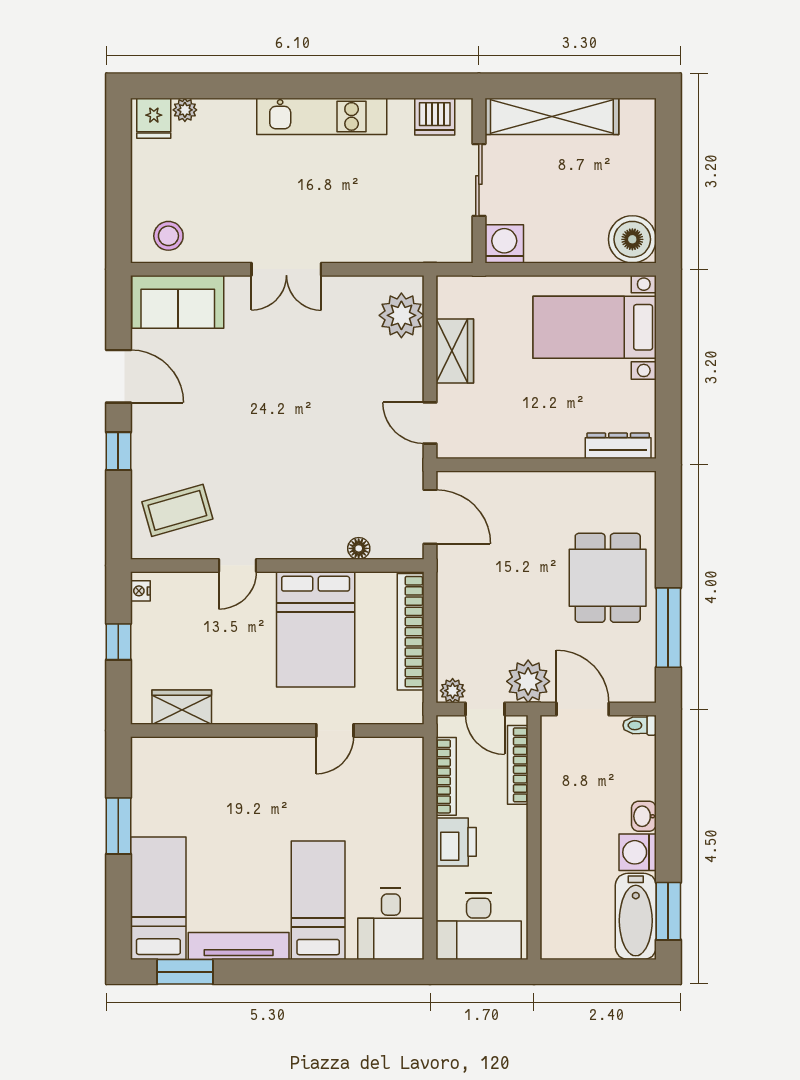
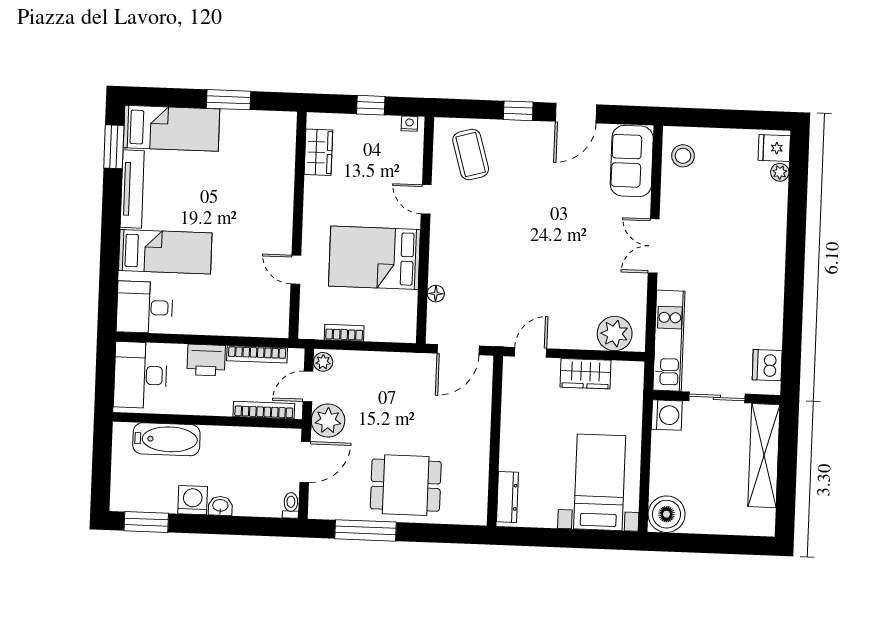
kitchen unit: (322, 116) -> (669, 341), moved, turned 180
bookcase: (411, 632) -> (344, 333), width x0.43, depth x0.76
bathtub: (636, 916) -> (166, 439), moved, turned 180

